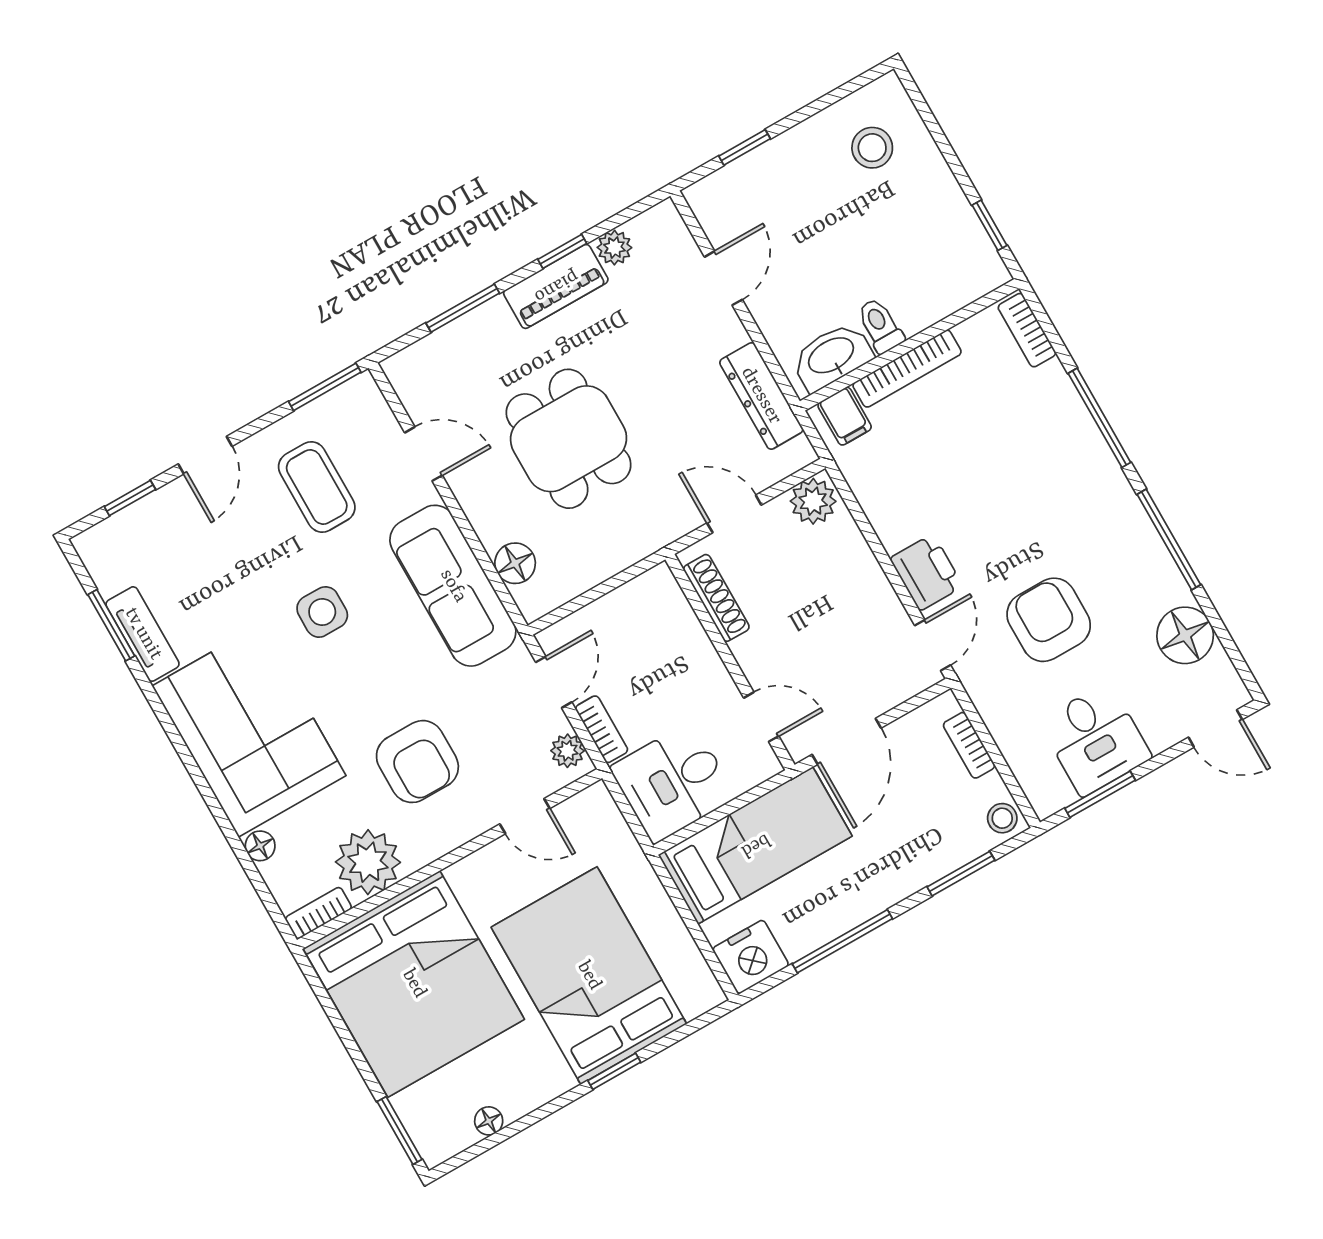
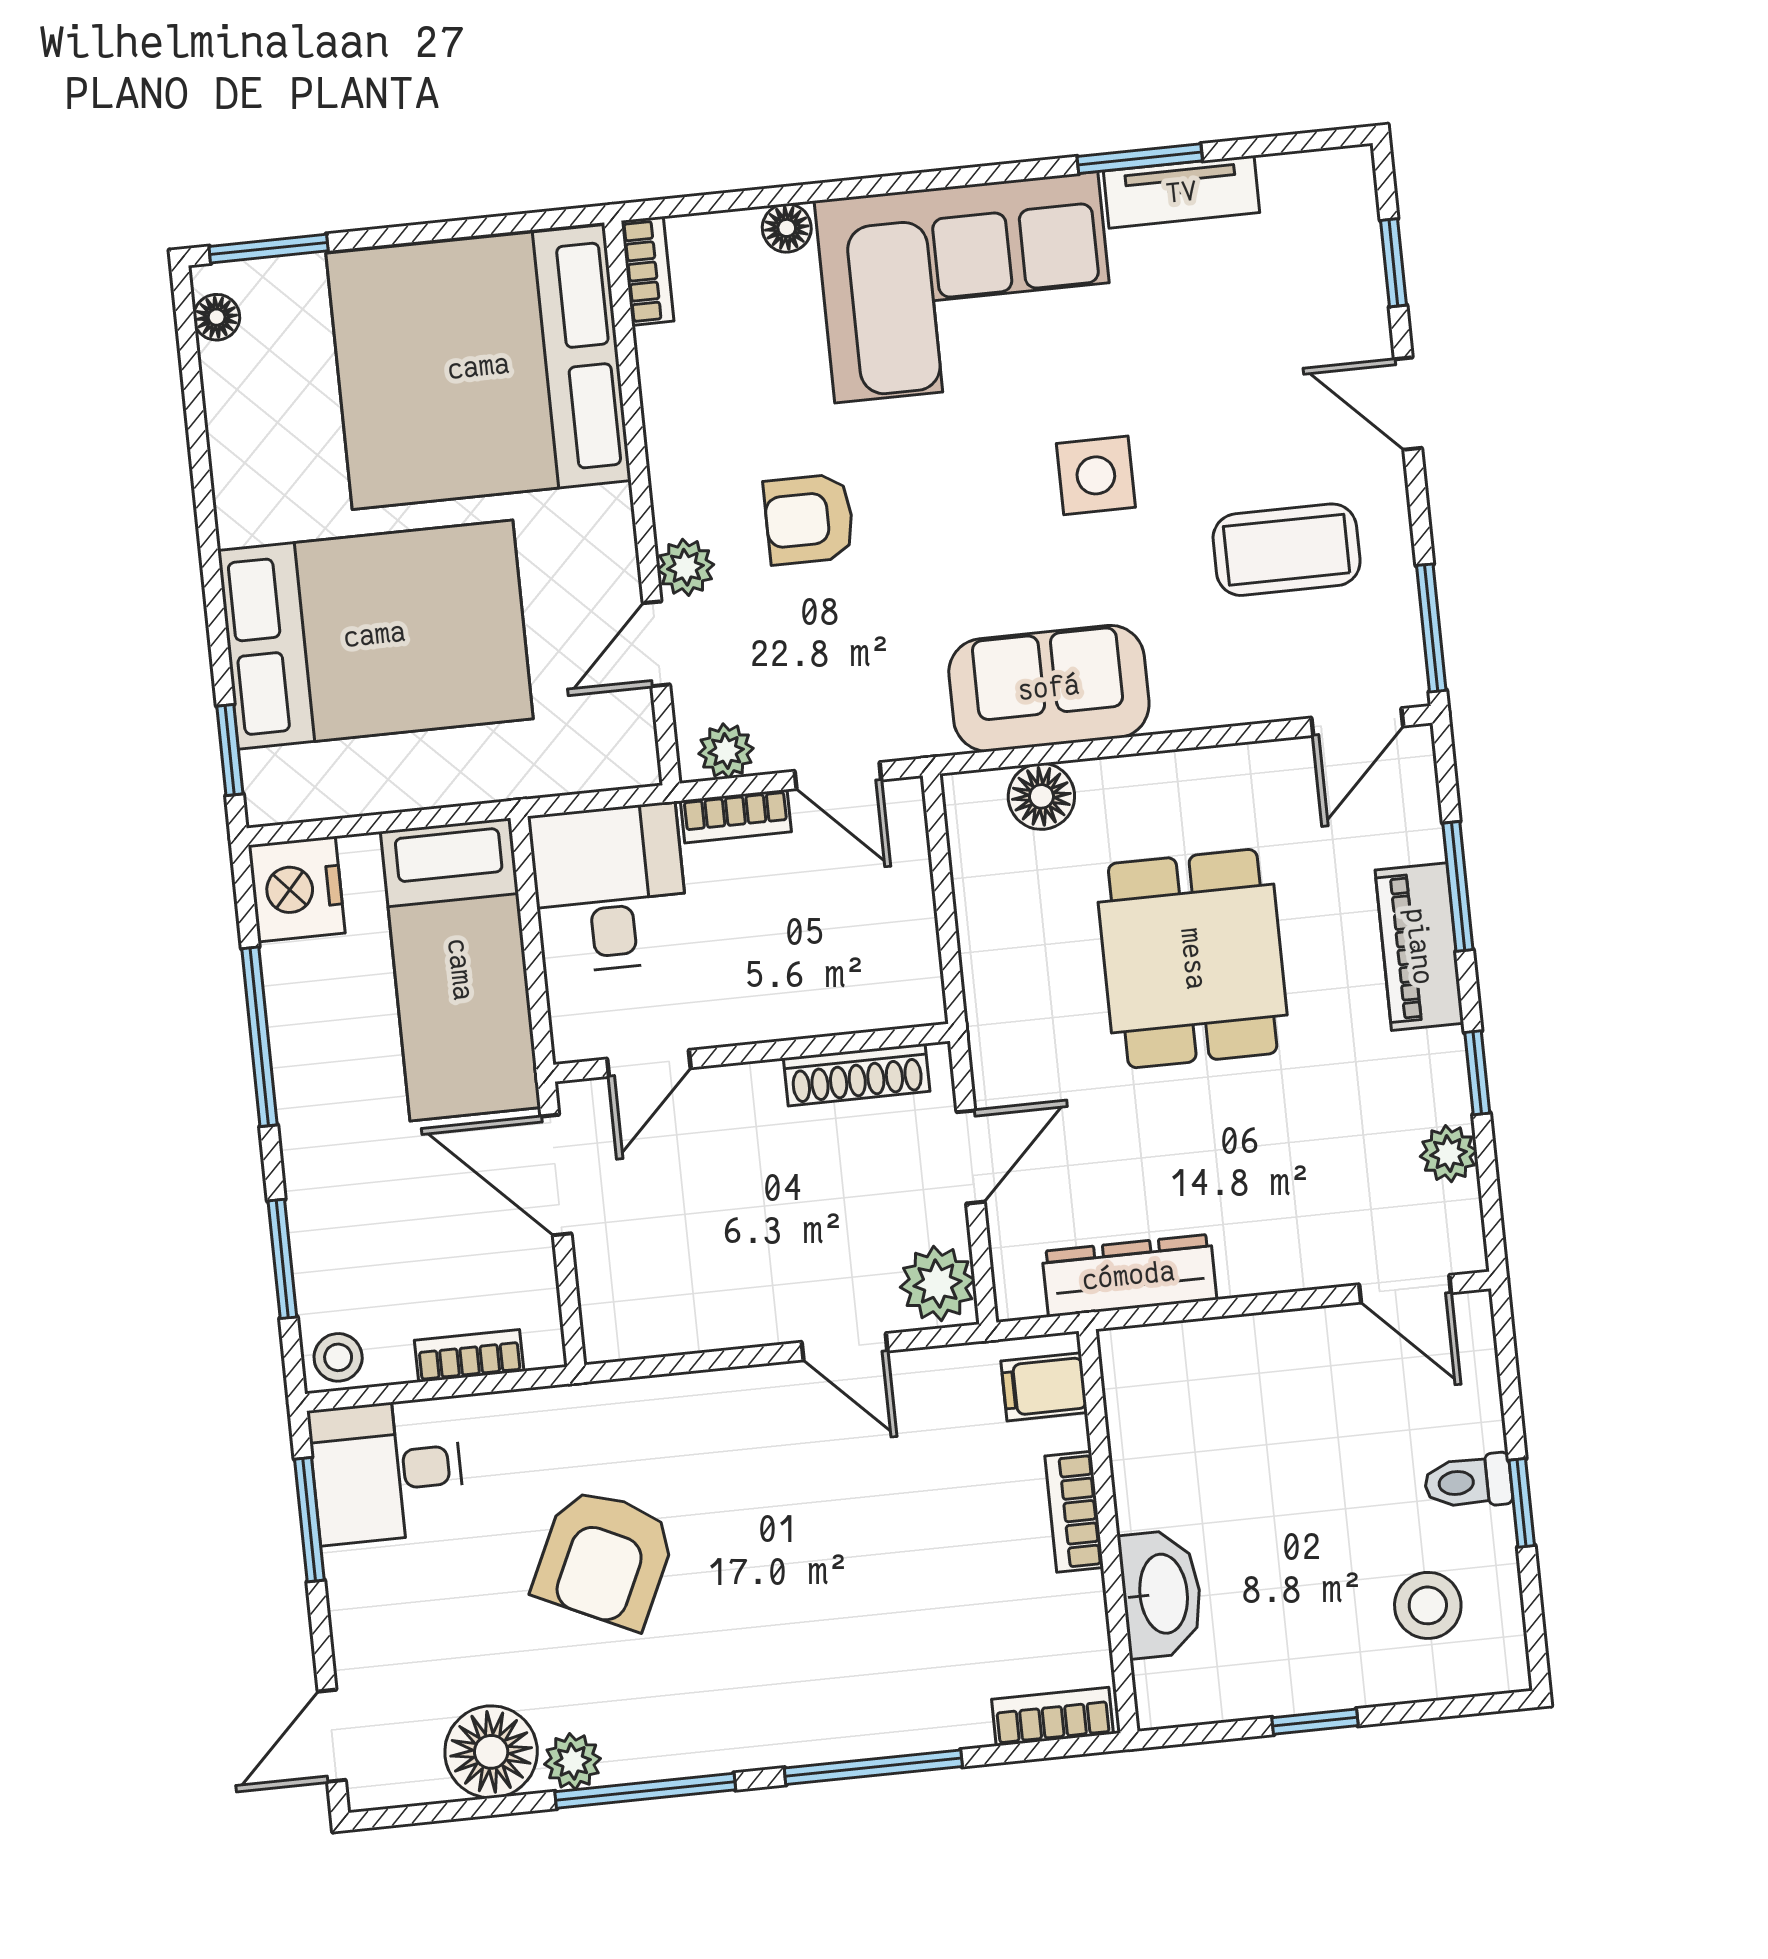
window: (745, 147) -> (1522, 1503), moved
window: (990, 225) -> (1315, 1722), moved
door: (723, 278) -> (1405, 1289), moved
piano: (556, 286) -> (1419, 947), moved
toilet: (880, 326) -> (1468, 1482), moved, turned 180
washbasin: (832, 356) -> (1161, 1594), moved
bookcase: (907, 369) -> (1074, 1512), width x0.64
dining table: (569, 439) -> (1193, 959), turned 90
door: (424, 454) -> (1357, 722), moved
printer: (926, 572) -> (756, 1406), removed
sofa: (453, 586) -> (1049, 688), width x0.73
plant: (1170, 587) -> (573, 1761), added
armchair: (1049, 620) -> (605, 1558), turned 115
window: (111, 625) -> (1140, 159), moved
door: (933, 645) -> (845, 1347), moved
desk: (1095, 739) -> (387, 1471), moved
armchair: (417, 762) -> (809, 519), width x0.72, depth x0.72
plant: (368, 862) -> (686, 567), moved, width x0.53, depth x0.53
window: (614, 1071) -> (230, 750), moved
floor lamp: (489, 1121) -> (217, 317), moved

